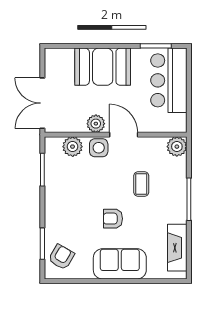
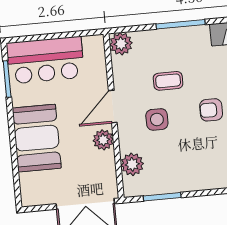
side table: (99, 148) -> (157, 119), moved
armchair: (113, 219) -> (211, 110), turned 90

